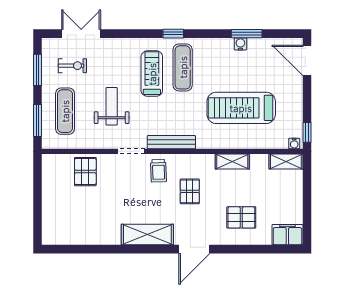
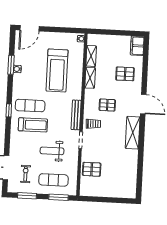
treadmill: (152, 74) -> (33, 125), turned 180
window: (307, 132) -> (74, 30), removed
shelving: (286, 162) -> (91, 56), moved
pallet: (241, 217) -> (125, 74), turned 90

